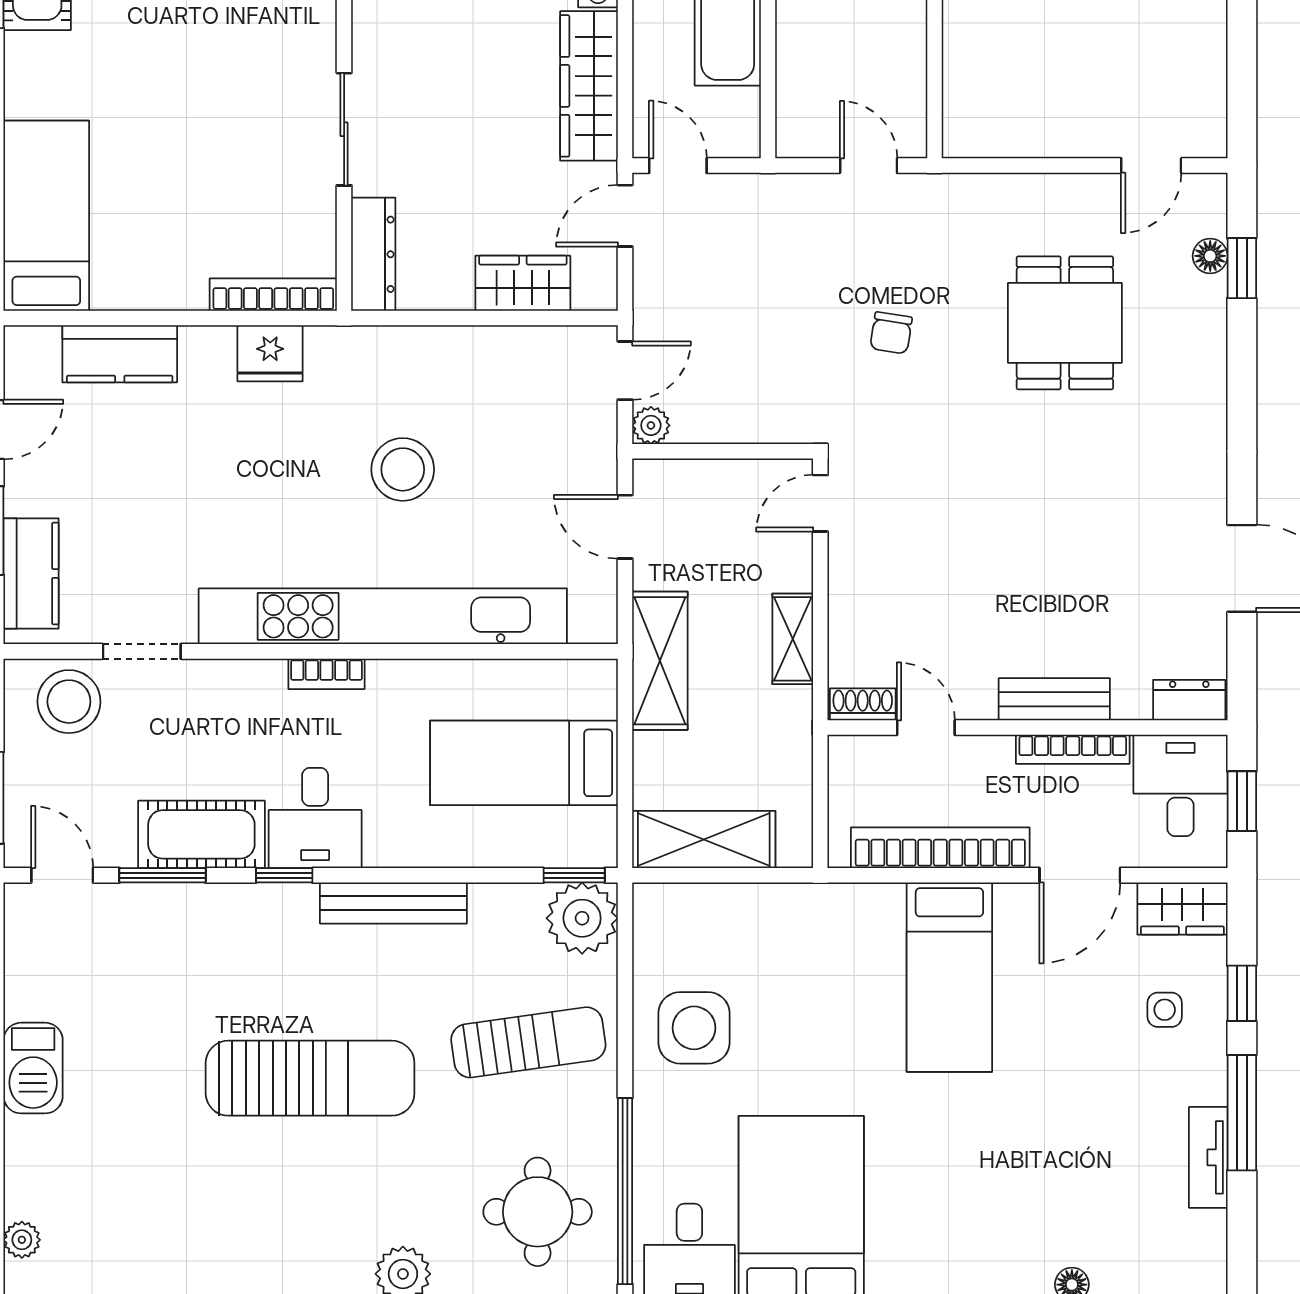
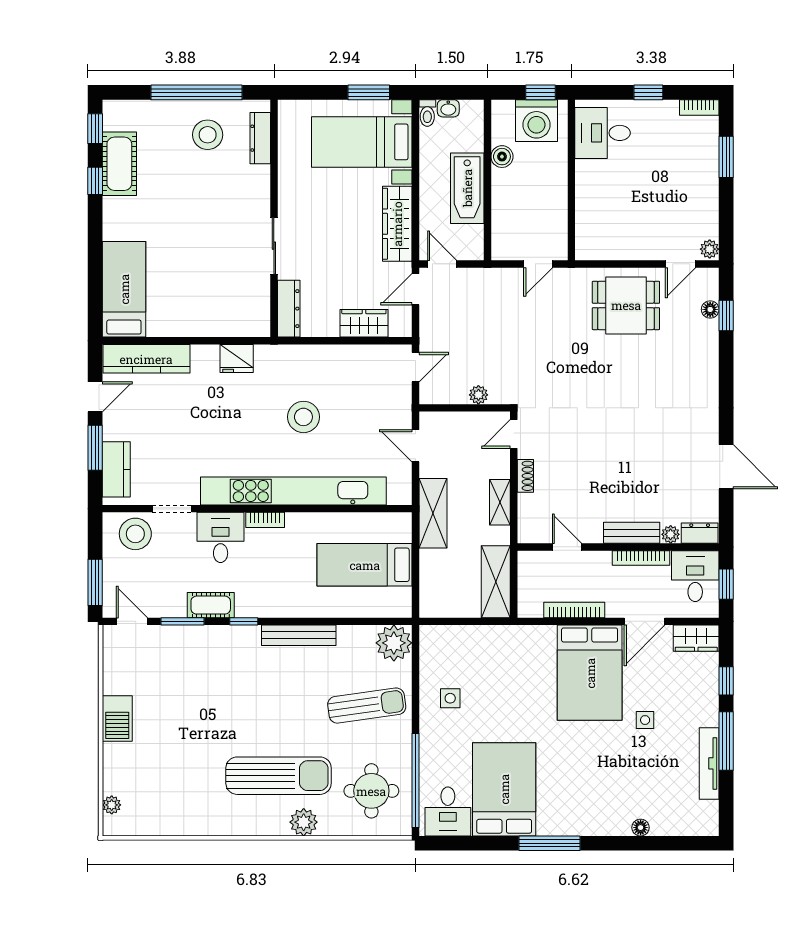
plant: (1209, 136) -> (710, 249), added
door: (869, 166) -> (538, 264), swing flipped
bookcase: (273, 295) -> (238, 329), removed
dining table: (1065, 323) -> (626, 305), moved, turned 90
chair: (891, 333) -> (549, 348), removed
kitchen counter: (120, 354) -> (146, 359), width x1.50
plant: (651, 425) -> (478, 395), moved
plant: (1131, 703) -> (671, 534), added
shoe rack: (863, 704) -> (525, 476), moved, turned 90
desk: (315, 818) -> (221, 537), moved, turned 180
cot: (201, 834) -> (211, 605), width x0.73, depth x0.75
shelving: (704, 839) -> (496, 582), moved, turned 90
bookcase: (940, 848) -> (574, 610), width x0.68, depth x0.76
window: (574, 875) -> (390, 621), removed
bed: (949, 977) -> (590, 673), width x1.50
side table: (1165, 1010) -> (645, 720), moved
side table: (694, 1028) -> (450, 698), width x0.54, depth x0.54
sun lounger: (310, 1078) -> (279, 776), moved
tv unit: (1208, 1157) -> (709, 763), width x1.41

